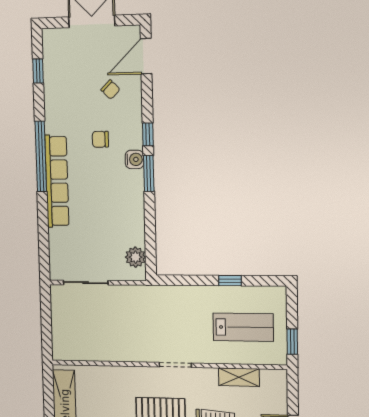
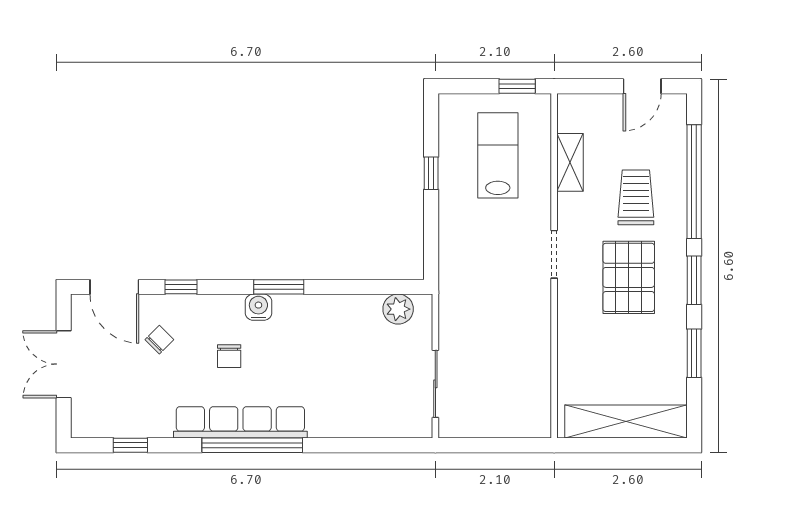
window: (148, 134) -> (181, 287), moved
row of seats: (57, 181) -> (240, 422), moved

